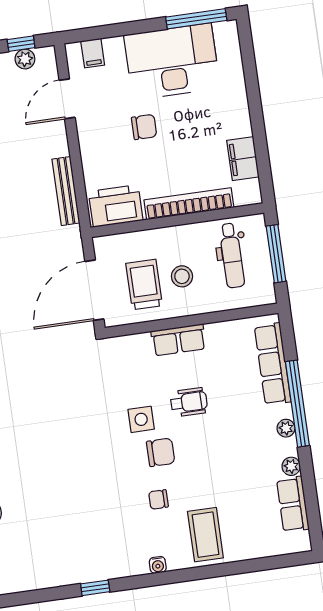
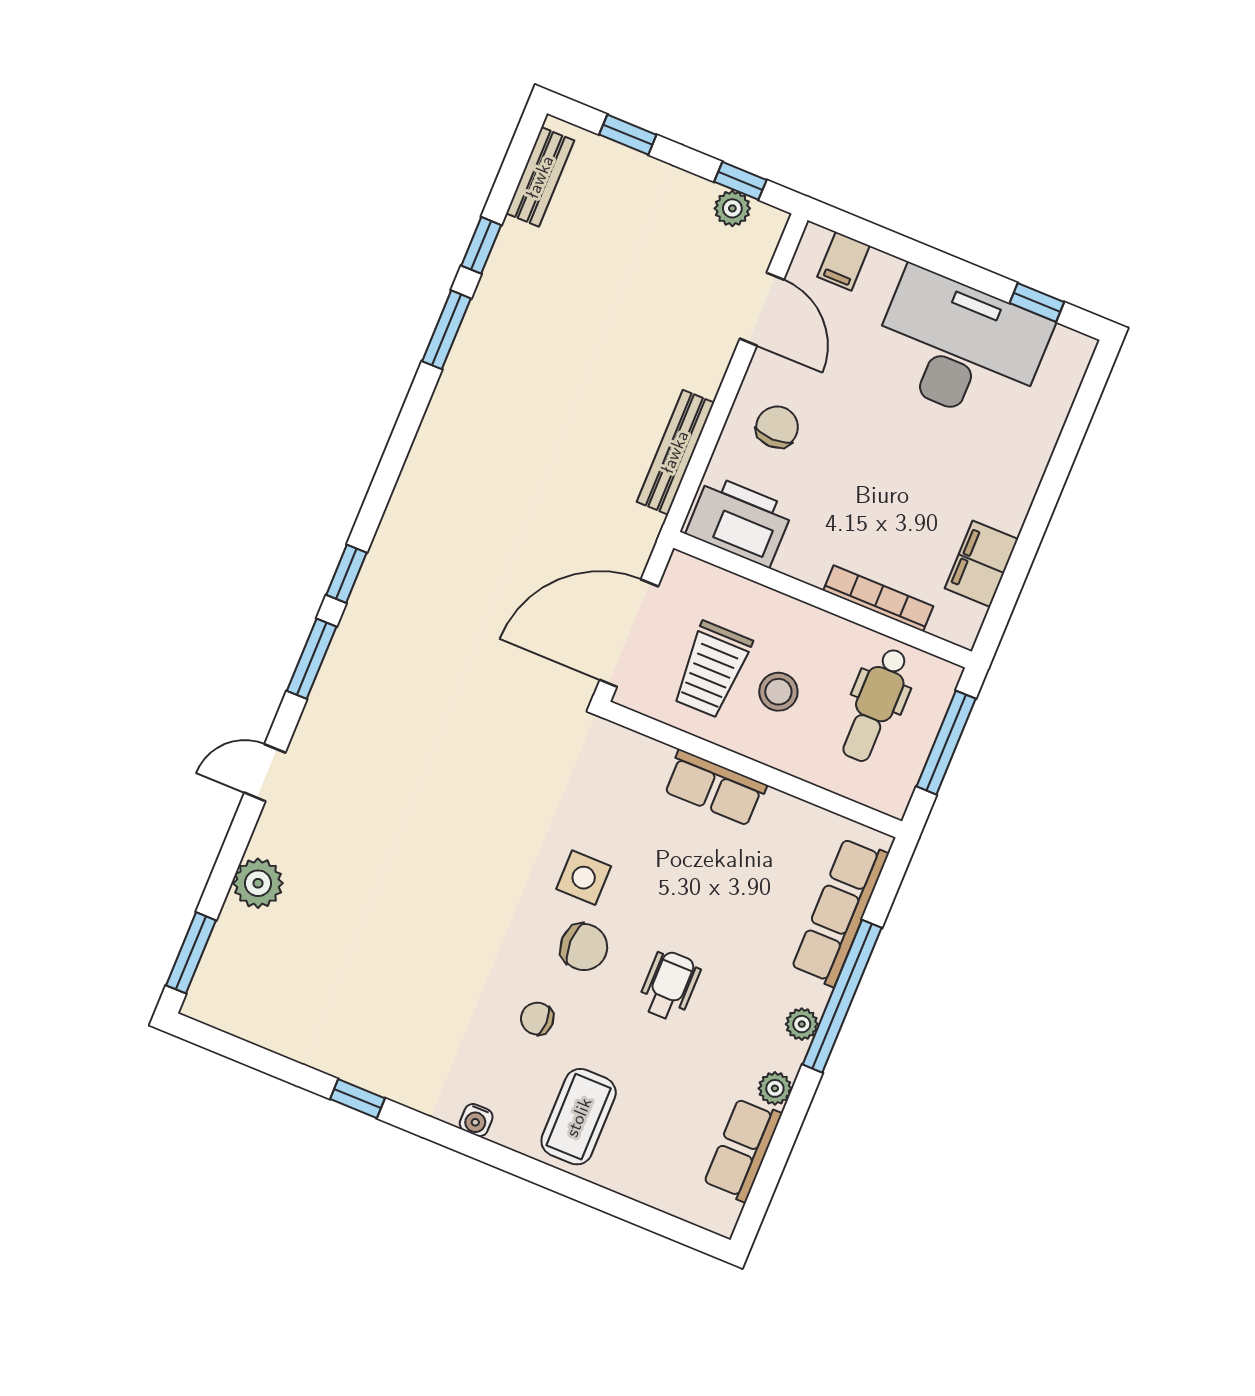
window: (196, 19) -> (1037, 302), width x0.46
door: (67, 99) -> (762, 309), swing flipped
chair: (144, 127) -> (777, 427), moved, turned -90
bookcase: (189, 204) -> (878, 598), width x0.68, depth x0.76
trolley: (144, 284) -> (712, 670), turned 180
wheelchair: (189, 402) -> (669, 985), moved, turned -90

